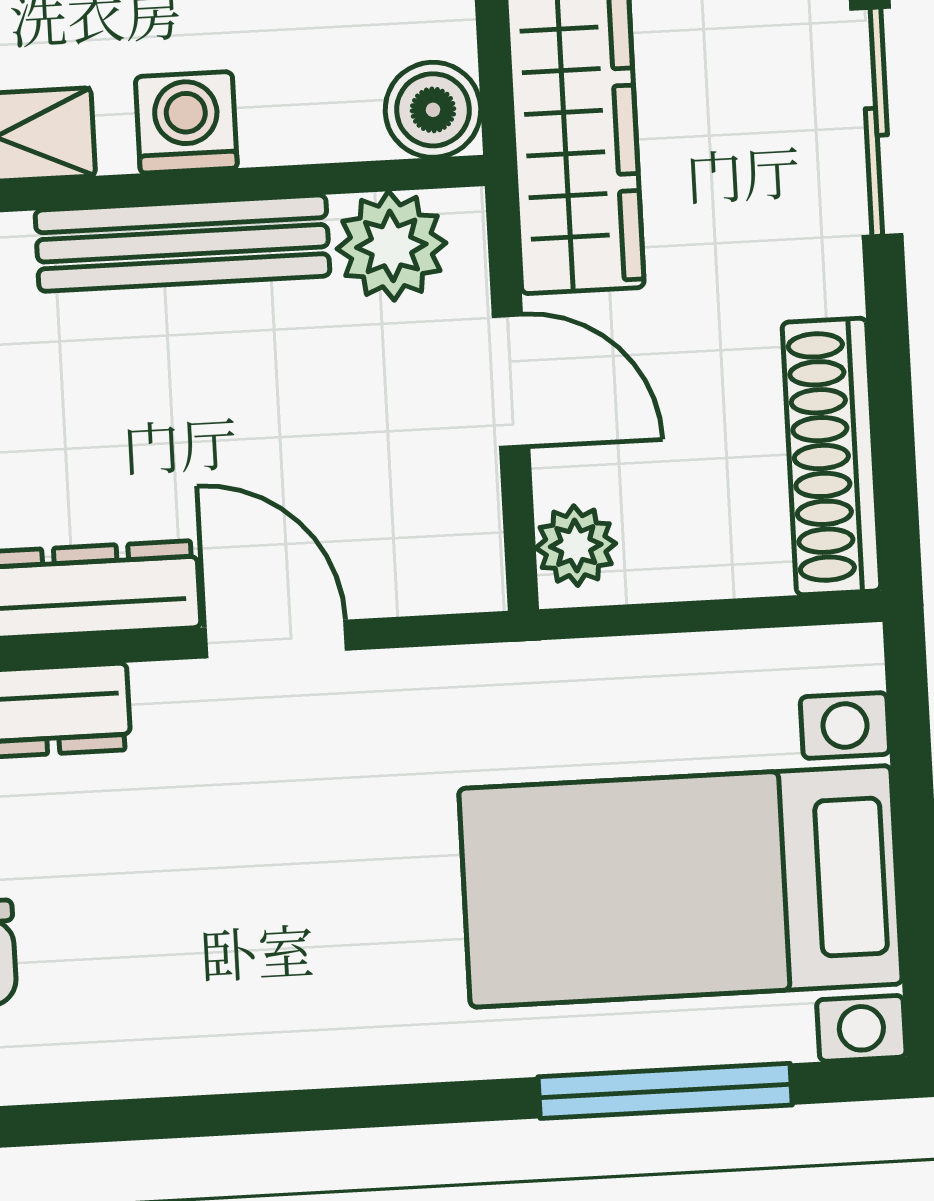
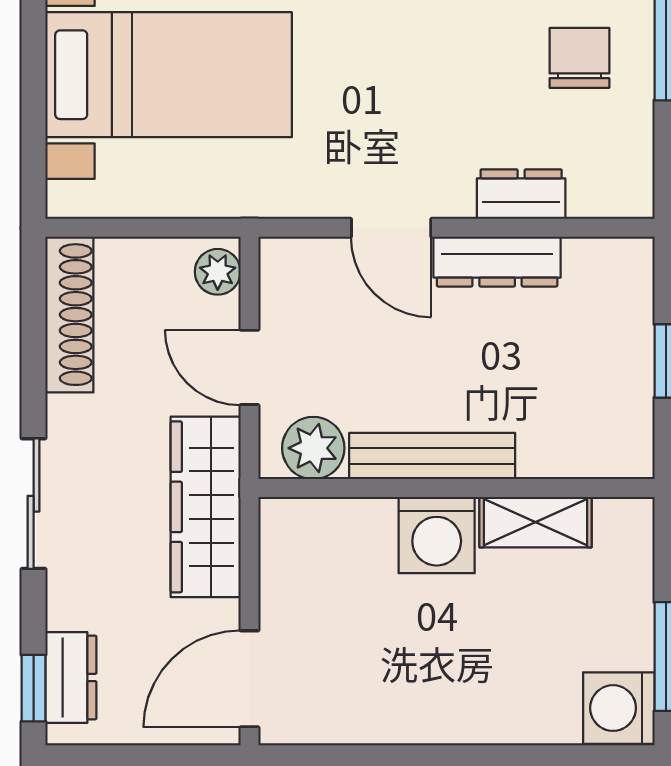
boiler: (433, 110) -> (285, 524), removed
washing machine: (186, 122) -> (437, 535), width x1.38, depth x1.38

